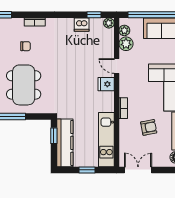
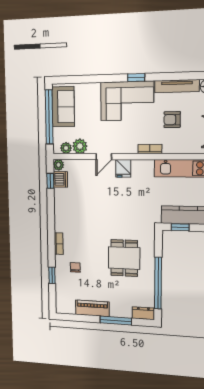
dishwasher: (82, 25) -> (60, 179), moved
chair: (26, 46) -> (75, 267), moved
dining table: (24, 85) -> (124, 258), width x0.73
armchair: (149, 127) -> (172, 120), turned -79

